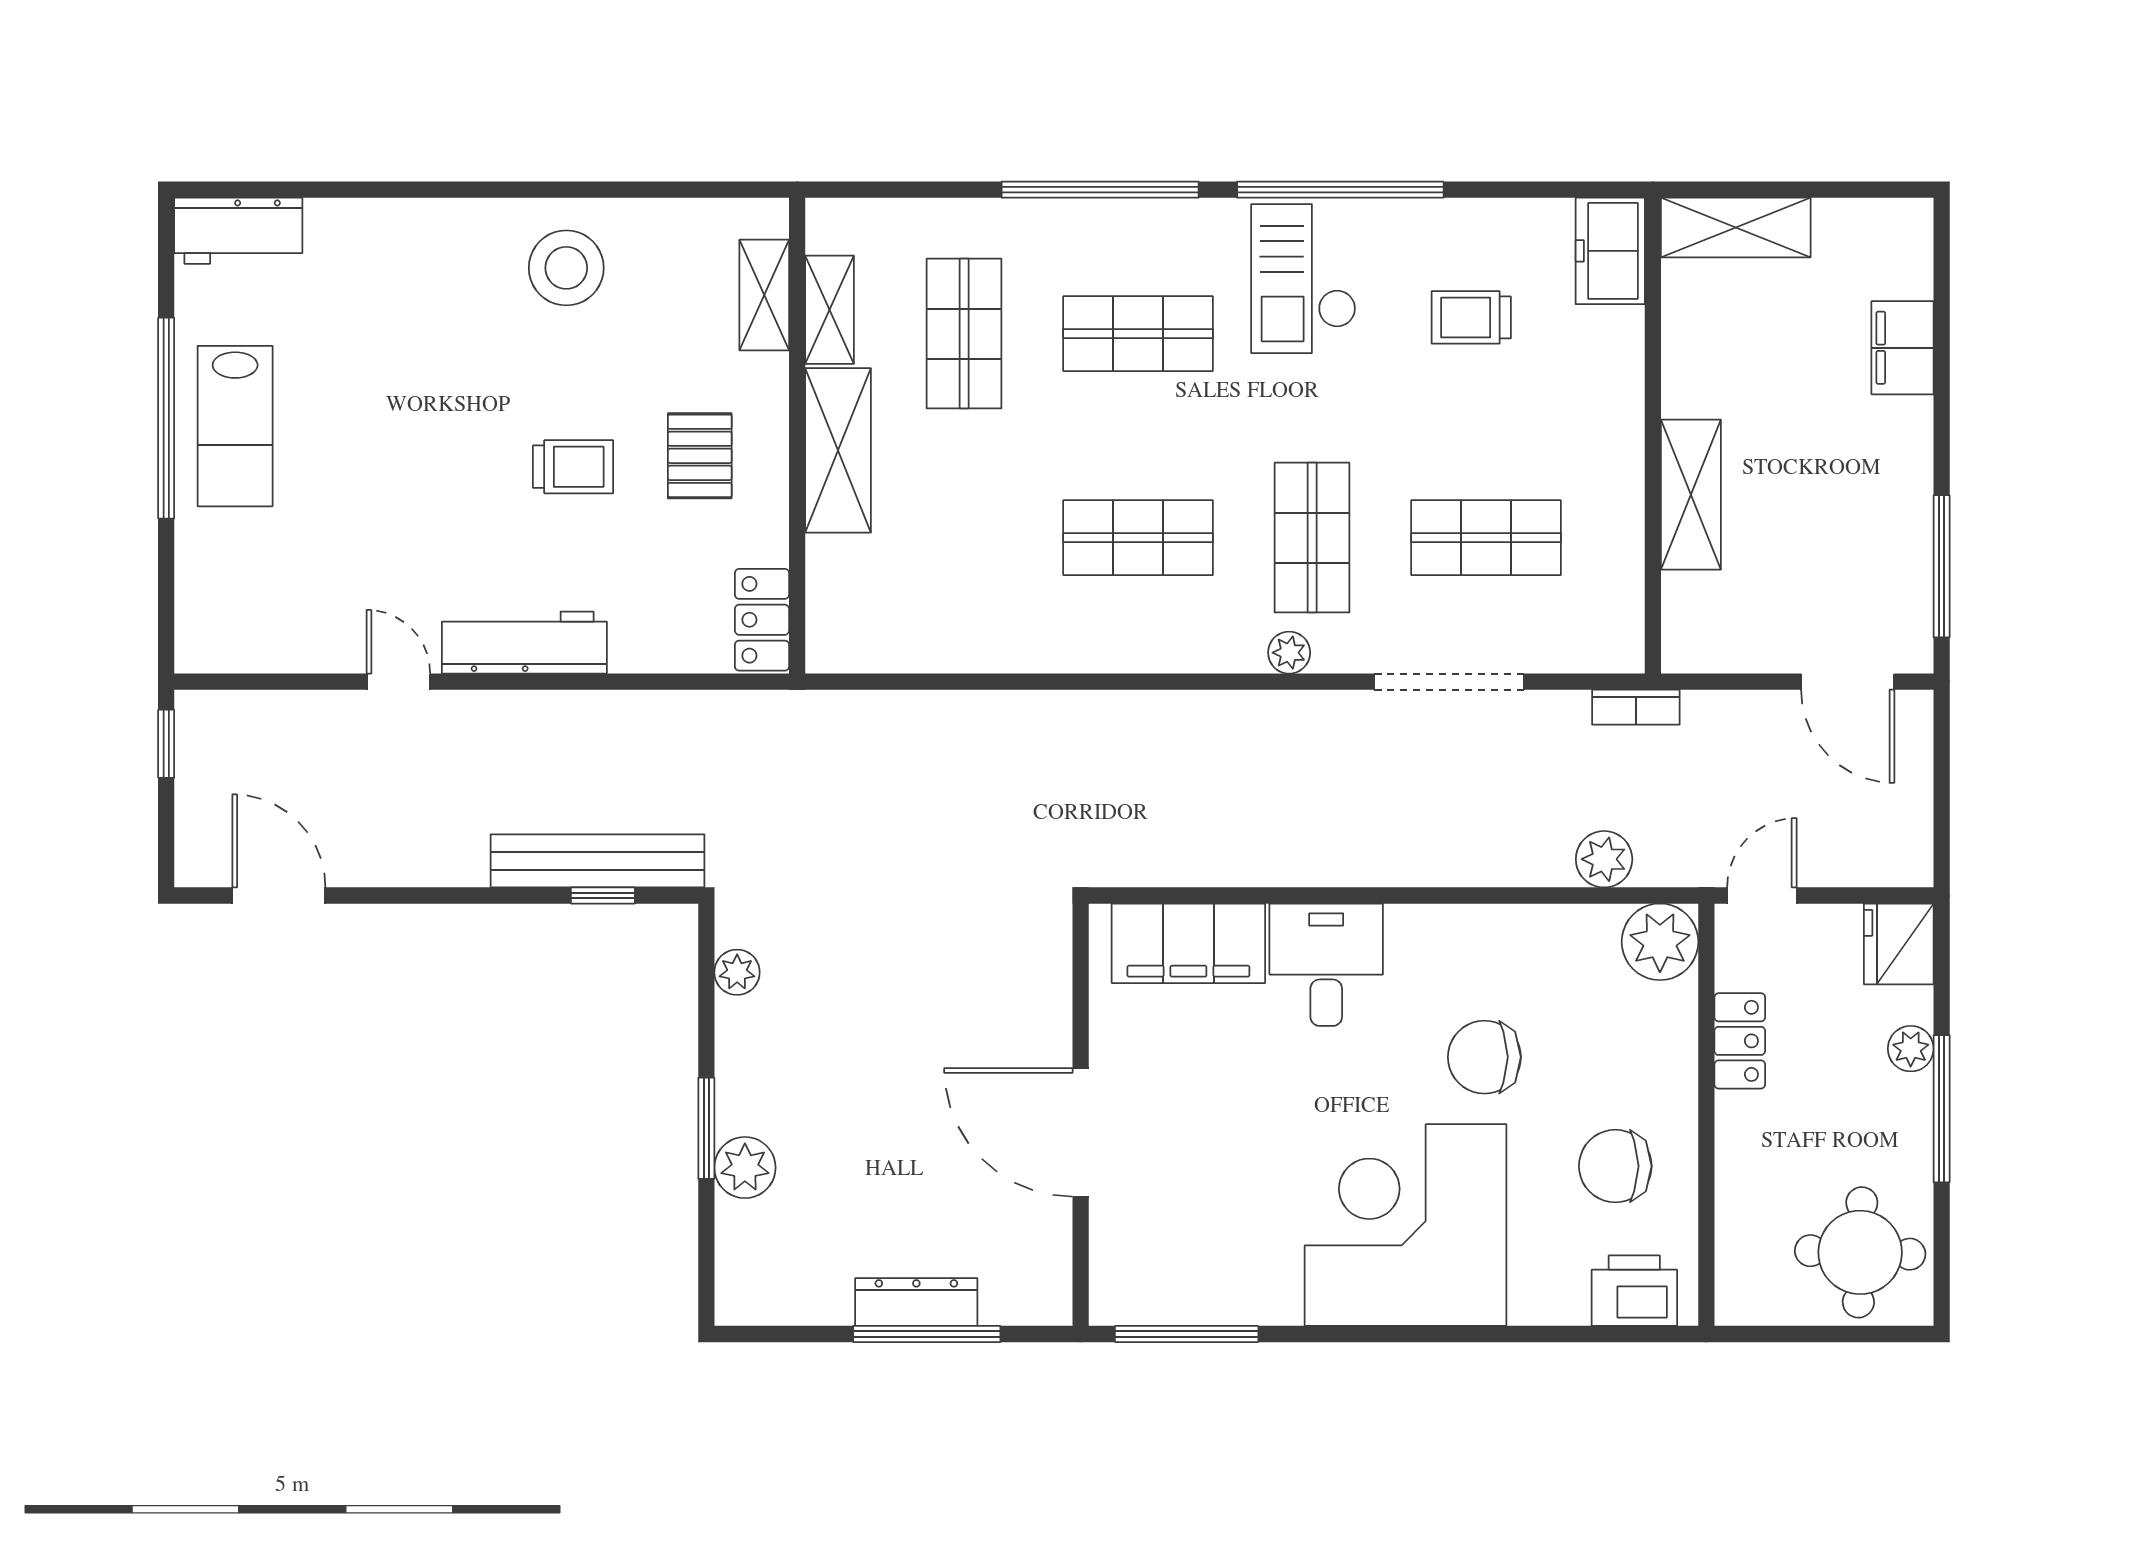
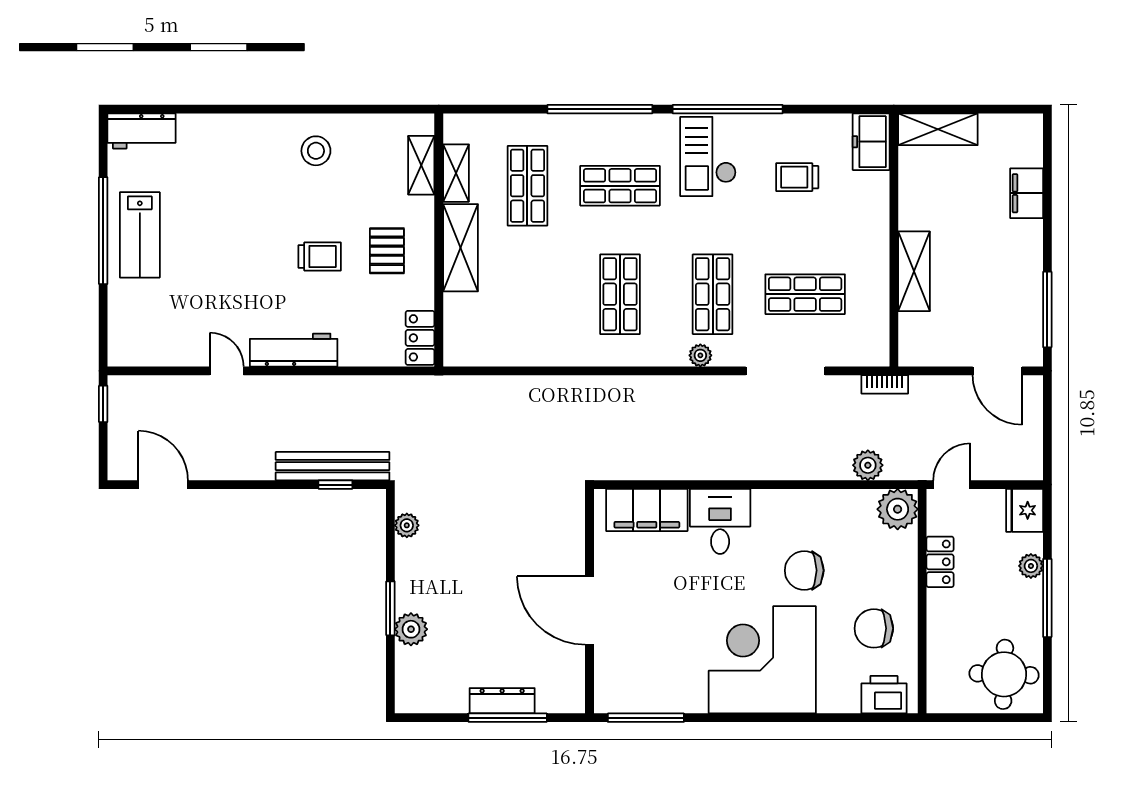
stool: (566, 268) -> (316, 151), width x0.73, depth x0.73
shop shelf: (1138, 538) -> (620, 294), turned 90

